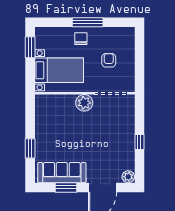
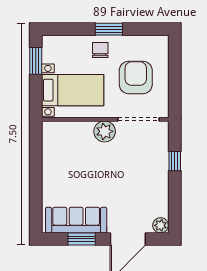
window: (88, 22) -> (109, 29), width x0.69
armchair: (109, 60) -> (136, 77), width x1.88, depth x1.88
window: (139, 142) -> (175, 161), moved
window: (30, 148) -> (36, 189), removed

